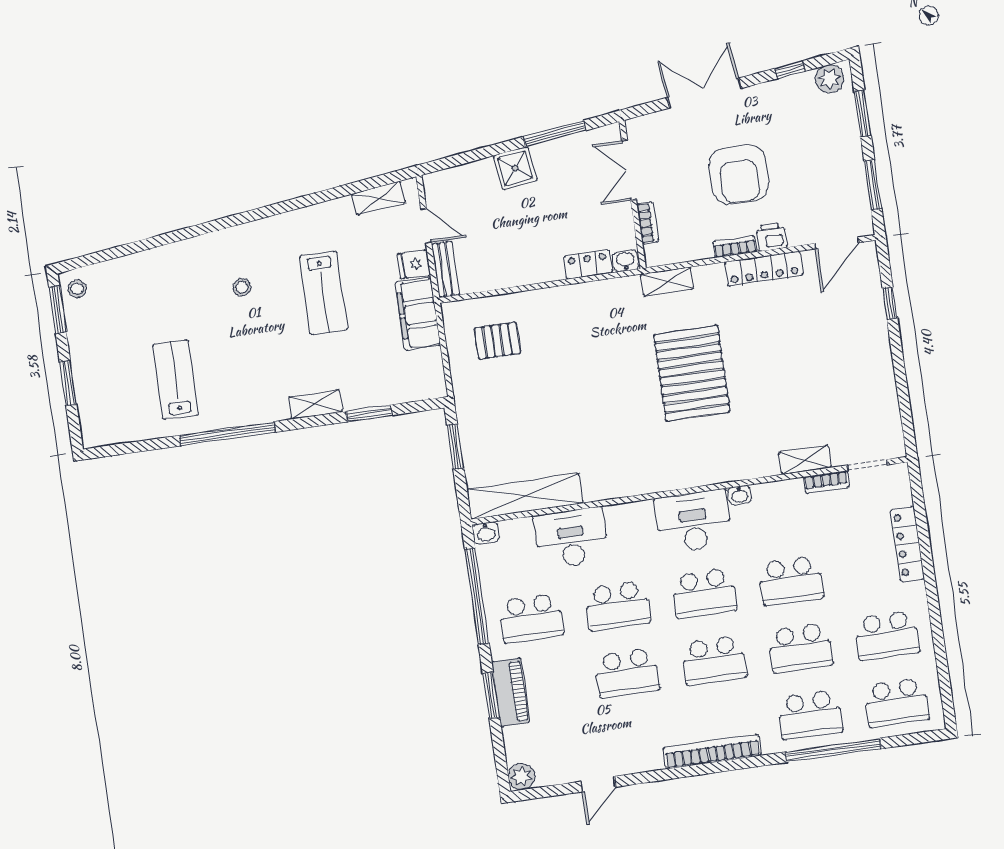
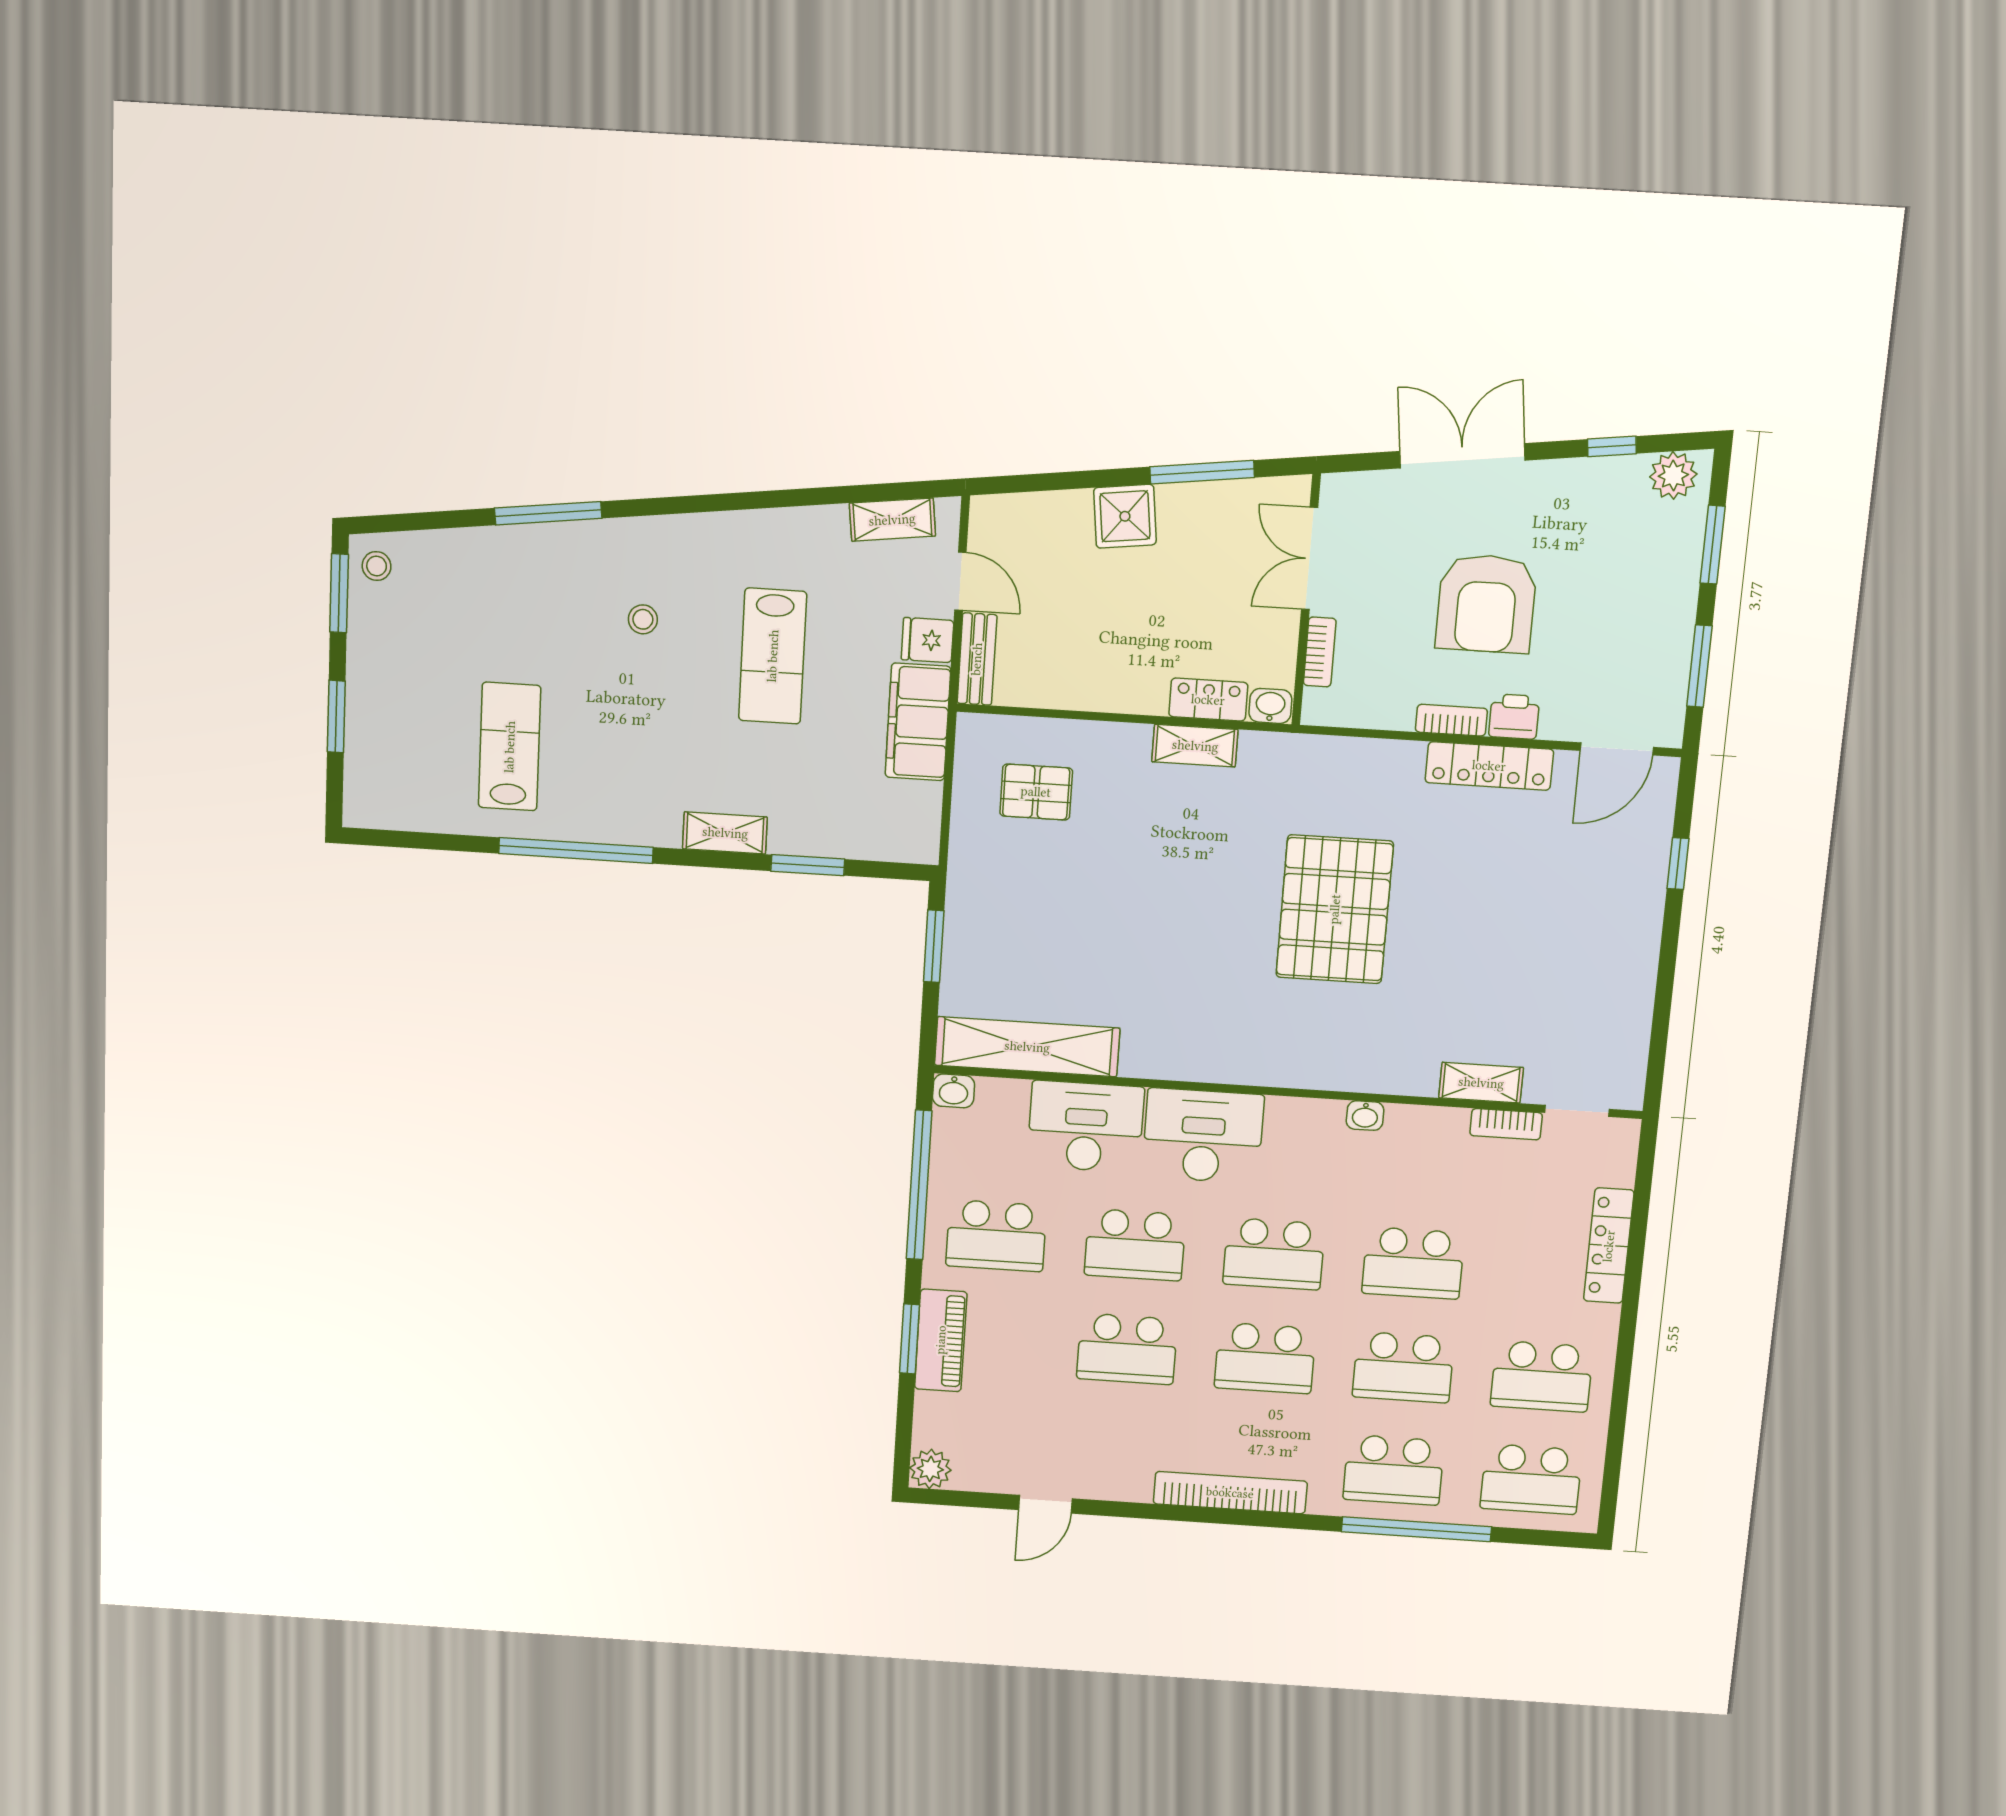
window: (174, 237) -> (548, 513), added
shelving: (667, 282) -> (1195, 746), moved
desk: (693, 521) -> (1203, 1136), moved

